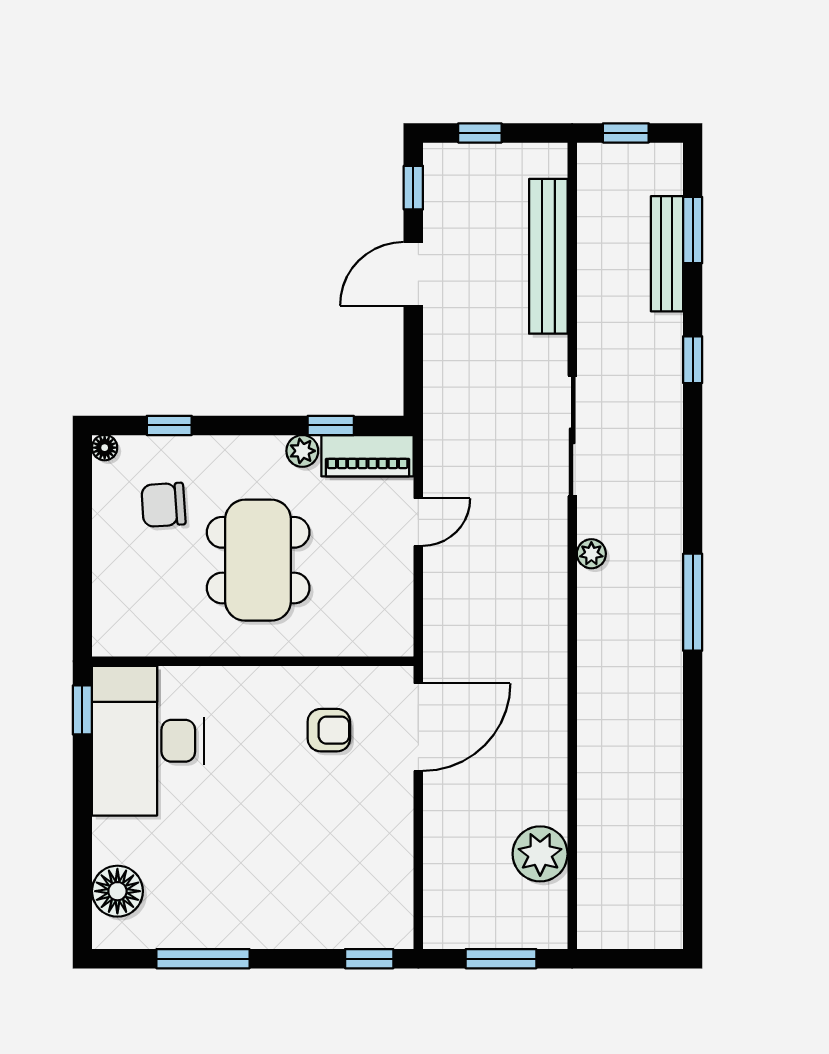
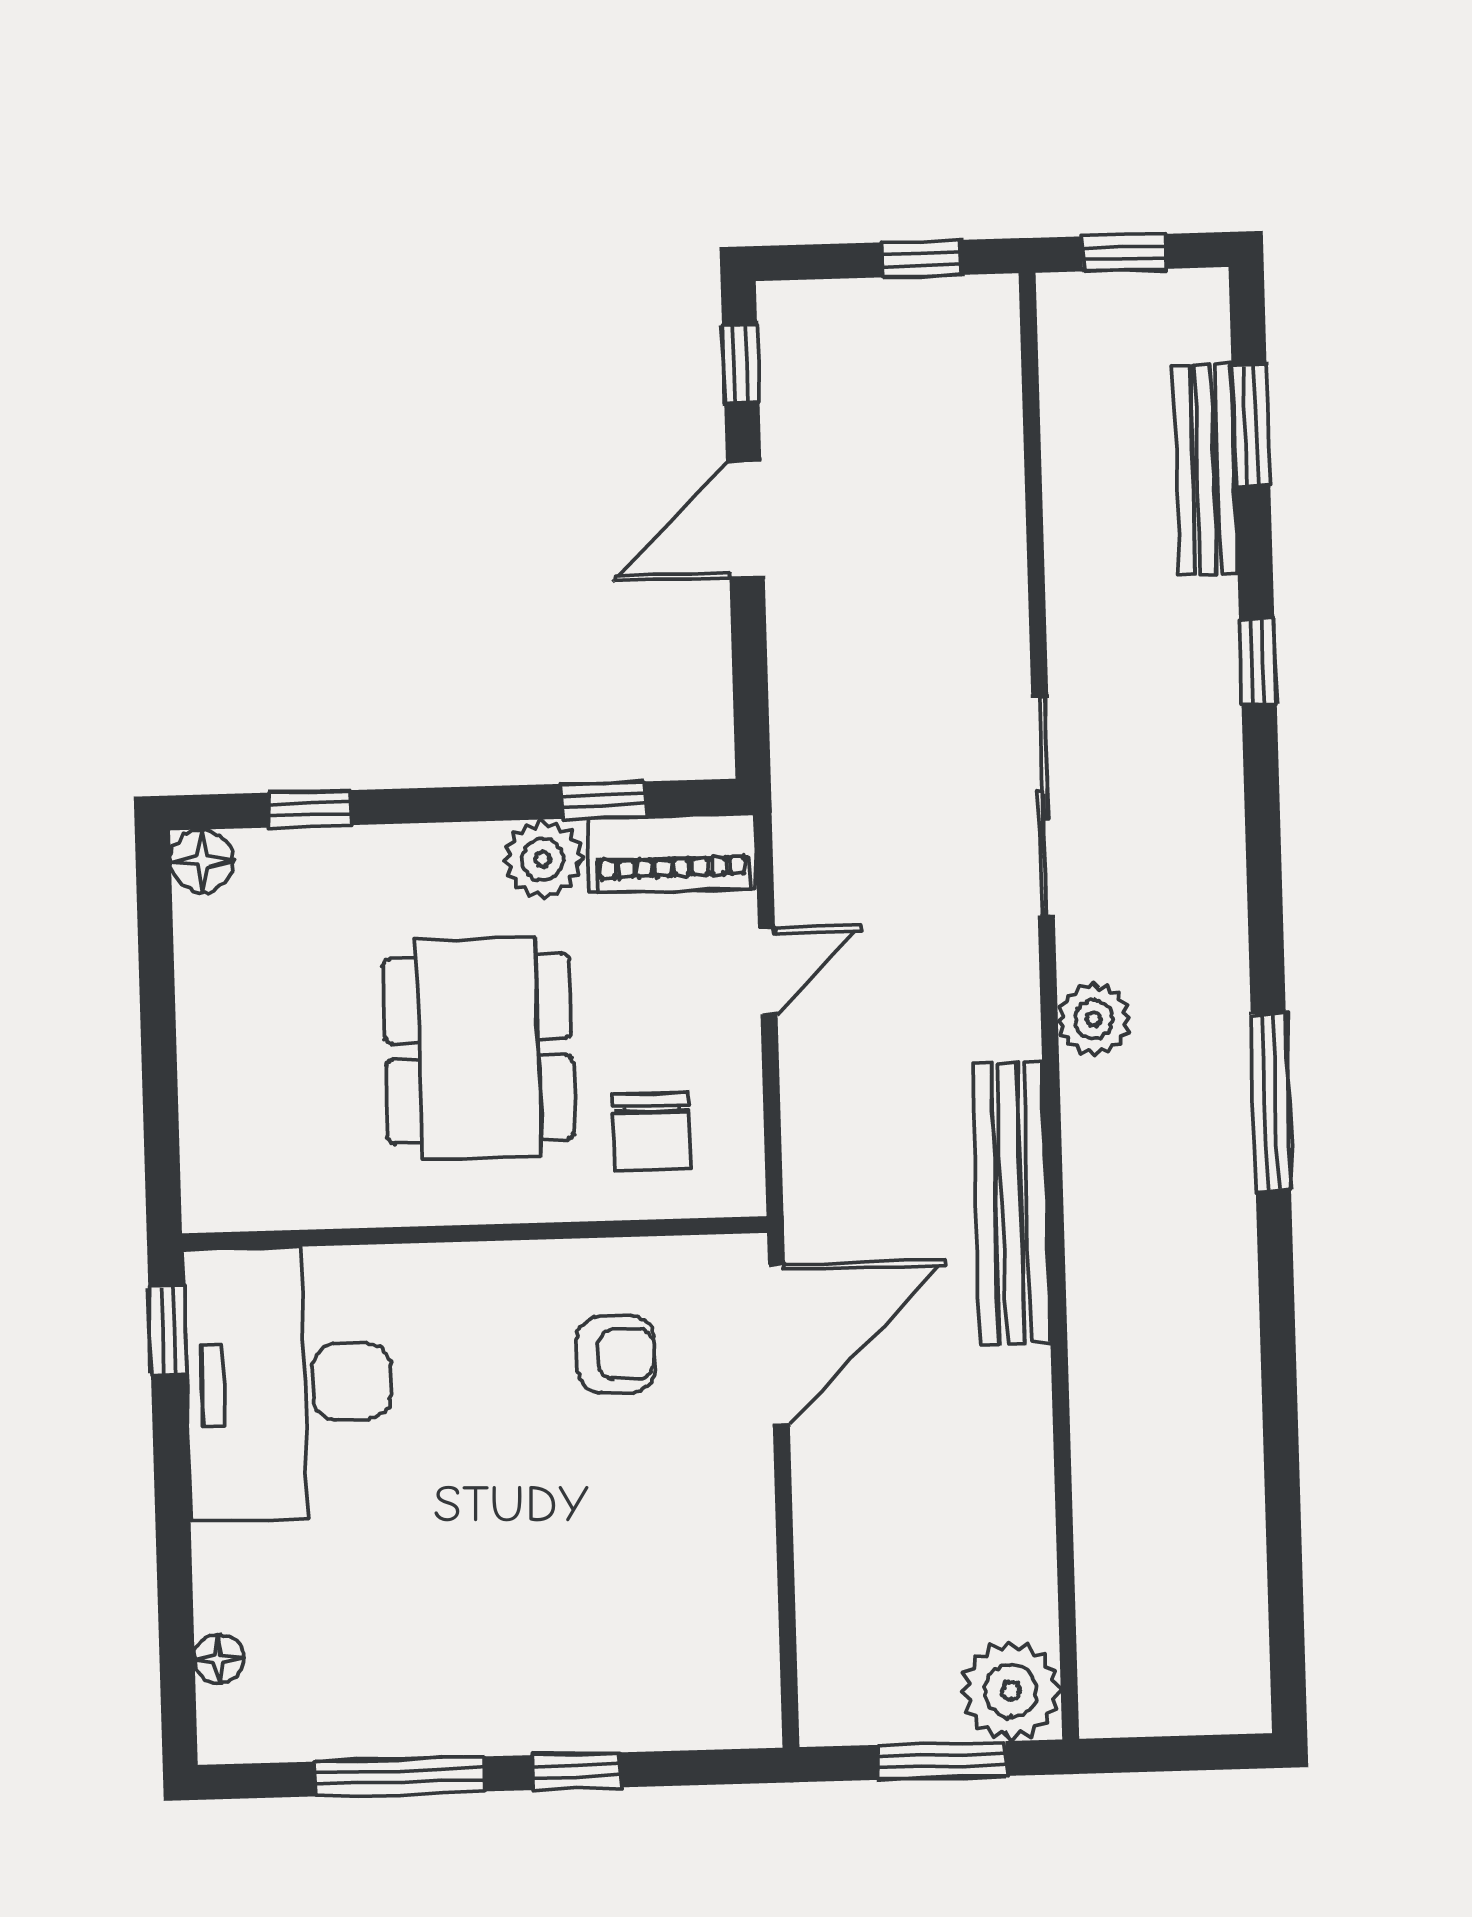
window: (480, 133) -> (921, 259), moved
bench: (548, 256) -> (1011, 1203), moved
floor lamp: (105, 448) -> (202, 861), width x1.37, depth x1.37
plant: (302, 451) -> (543, 859), width x1.38, depth x1.38
chair: (163, 505) -> (652, 1131), moved, turned -86
plant: (591, 554) -> (1094, 1019), width x1.38, depth x1.38
plant: (540, 854) -> (1011, 1691), moved
floor lamp: (117, 891) -> (219, 1659), width x0.53, depth x0.53
window: (369, 959) -> (576, 1771), moved

